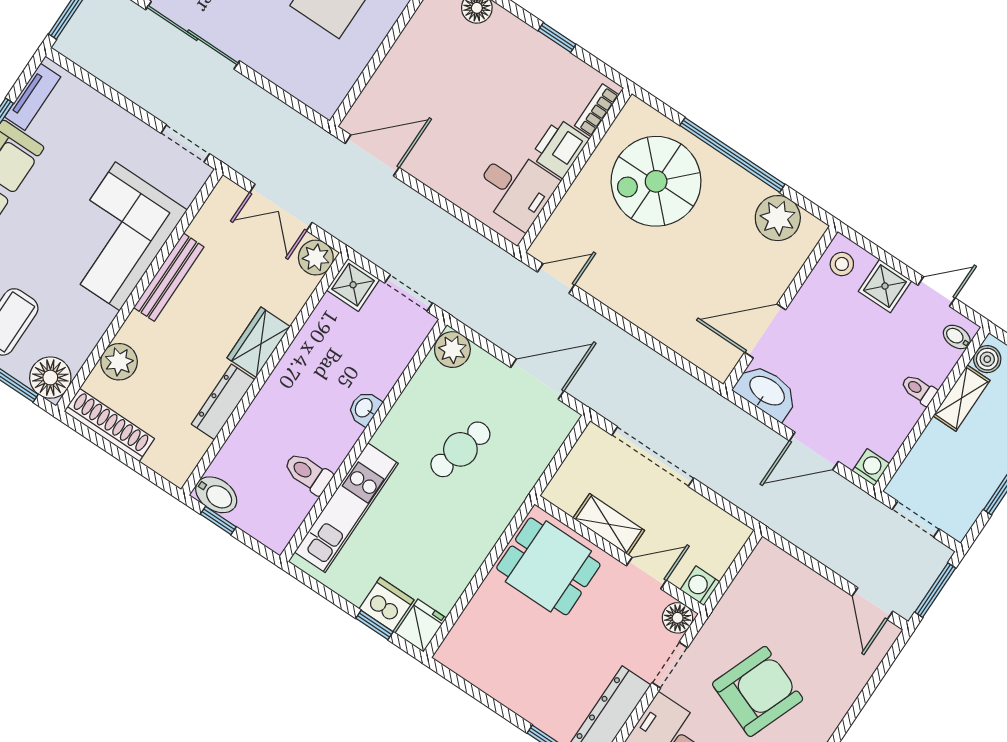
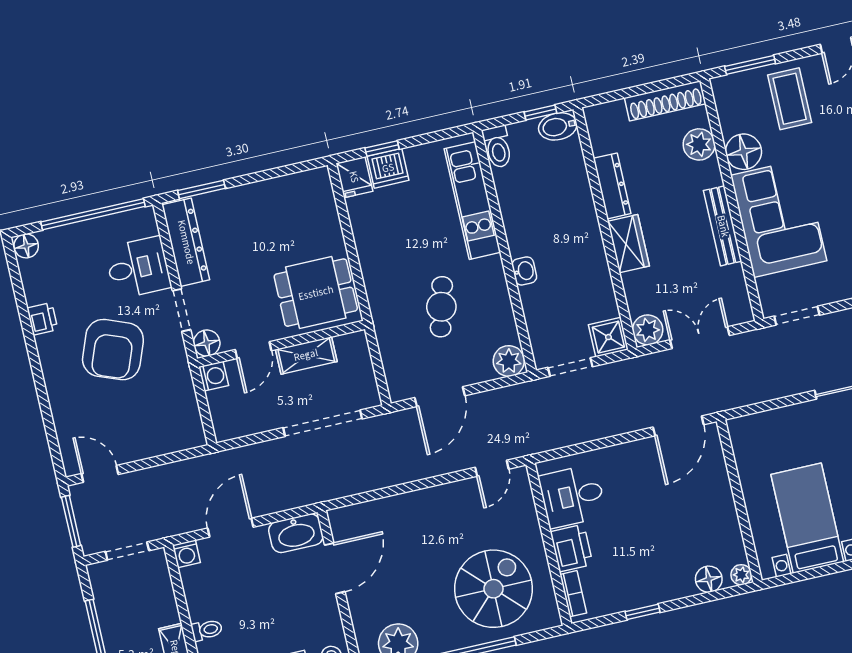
floor lamp: (50, 378) -> (743, 152), moved
toilet: (308, 473) -> (498, 147), moved, turned 90

